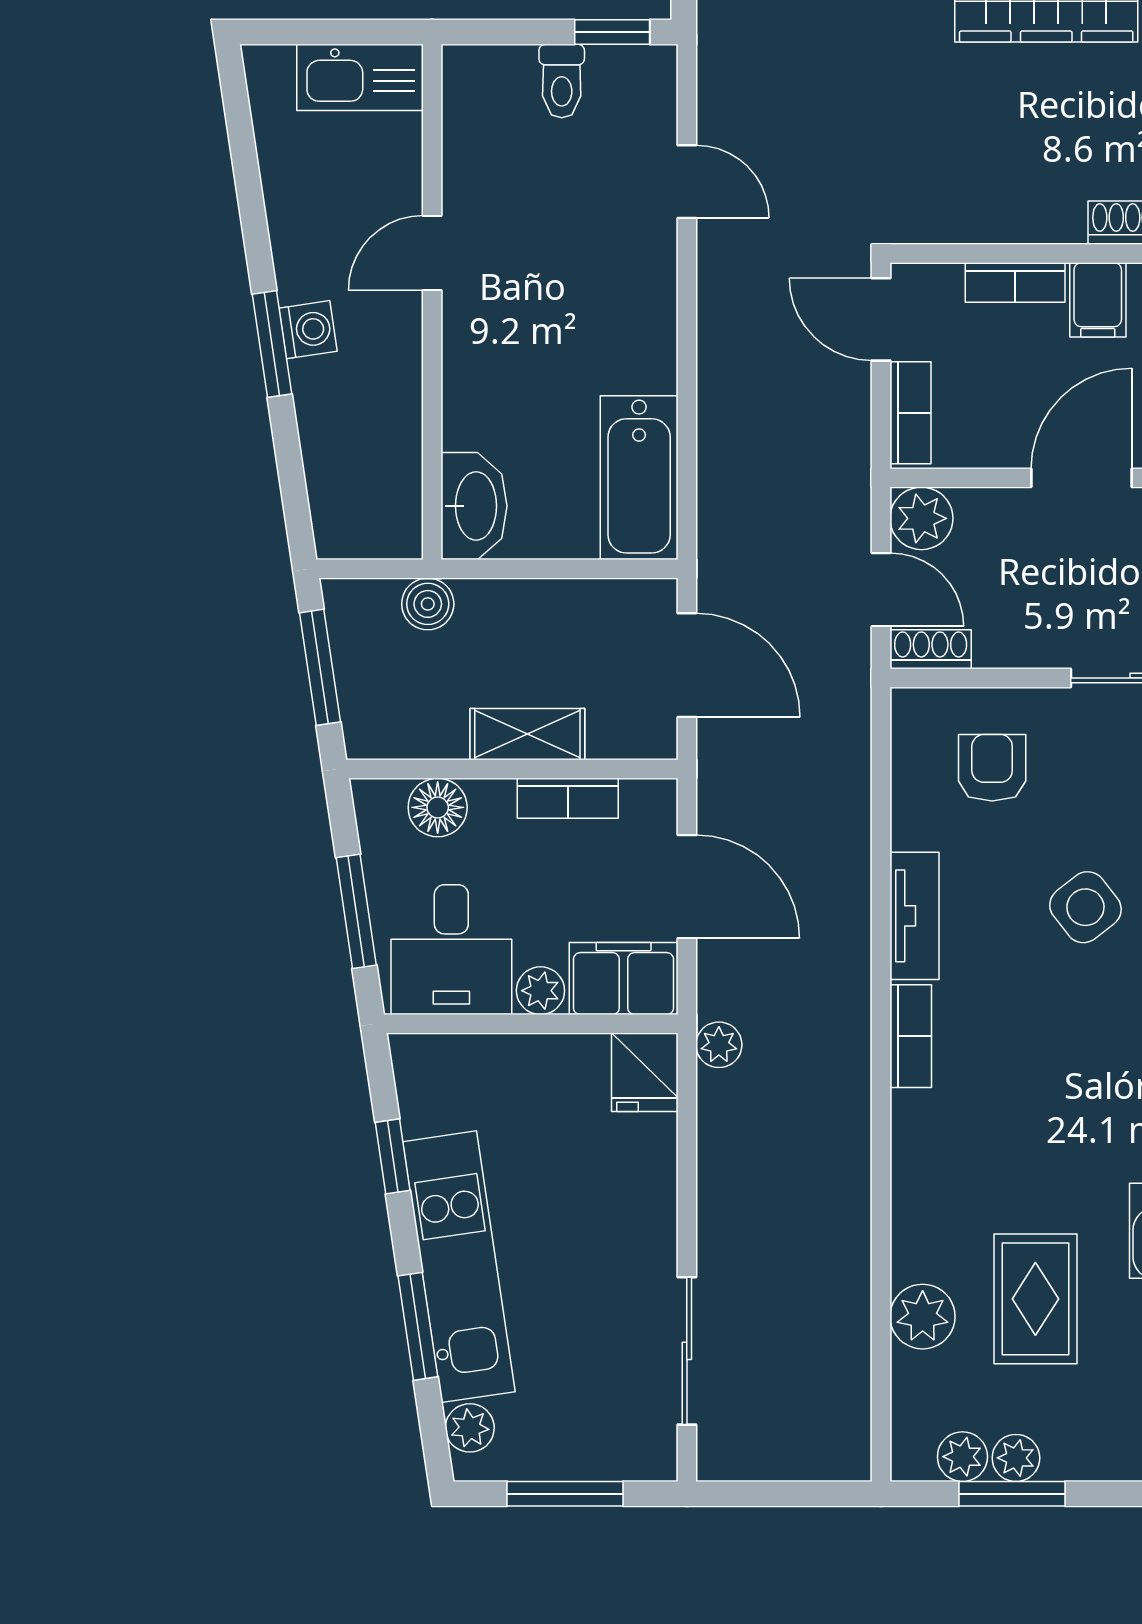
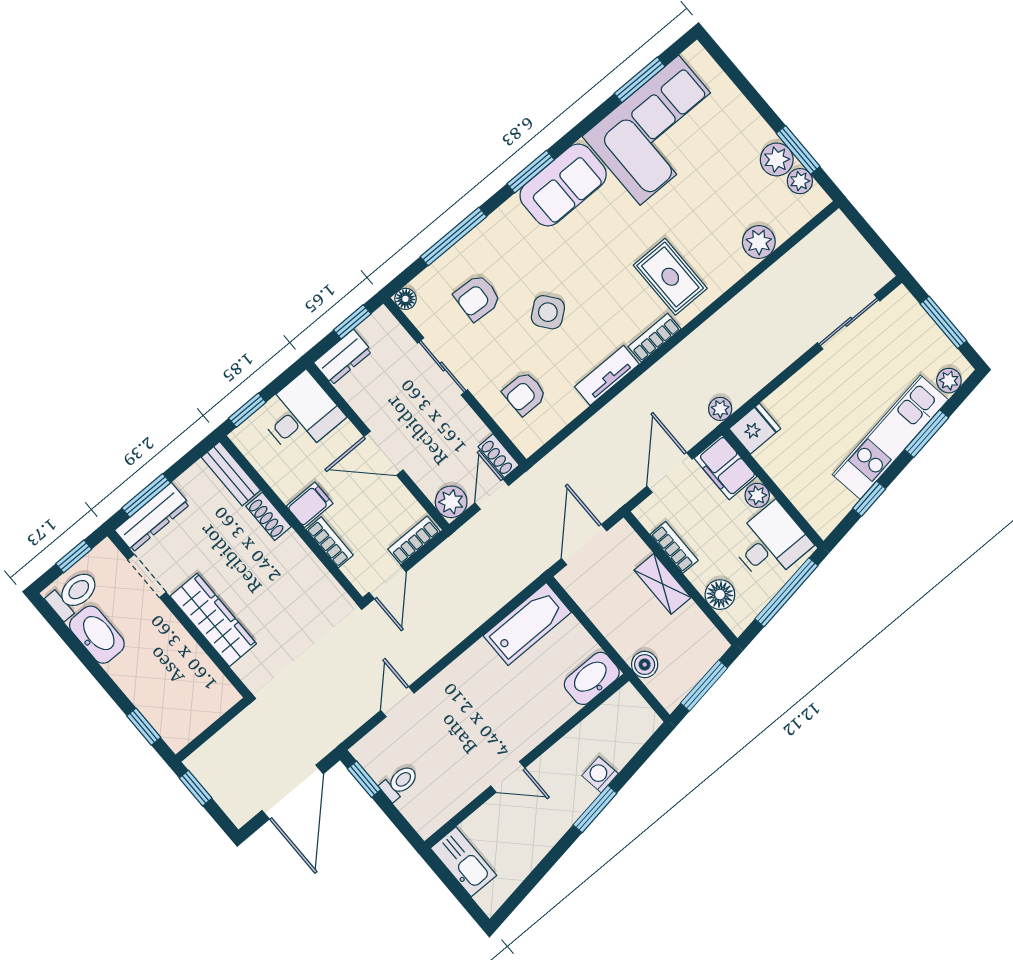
washing machine: (308, 330) -> (600, 775), moved
window: (356, 911) -> (786, 592), width x1.44
rug: (1035, 1299) -> (670, 277), moved, turned 90
plant: (1016, 1458) -> (777, 159), width x1.38, depth x1.38

